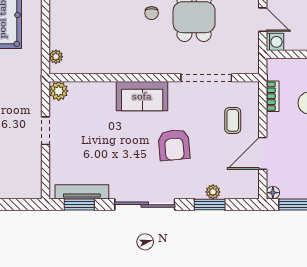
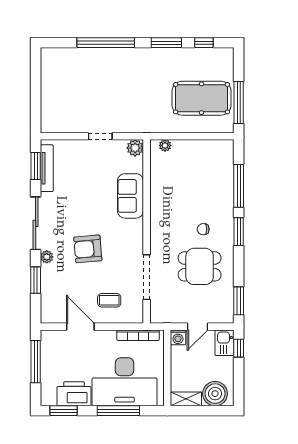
sofa: (142, 96) -> (130, 196), moved
bookcase: (273, 96) -> (138, 335), width x1.56
plant: (213, 192) -> (47, 257), moved
floor lamp: (273, 193) -> (46, 335), removed

